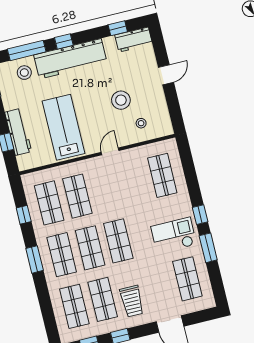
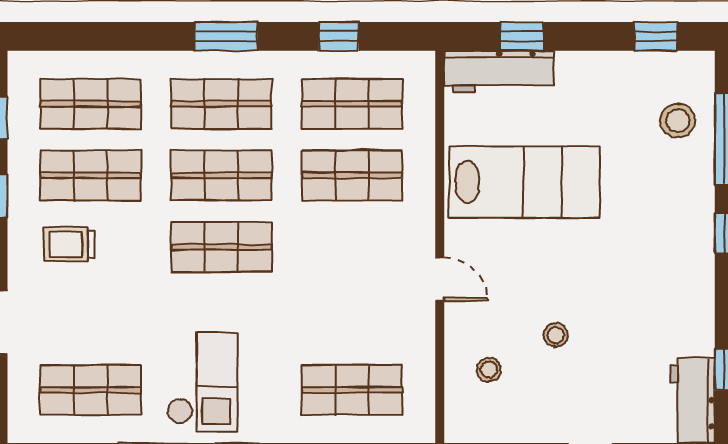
workbench: (70, 59) -> (684, 238), removed
stool: (121, 100) -> (556, 335), width x0.53, depth x0.53
workbench: (18, 132) -> (499, 71), moved
trolley: (132, 301) -> (70, 244), width x0.73, depth x0.72

